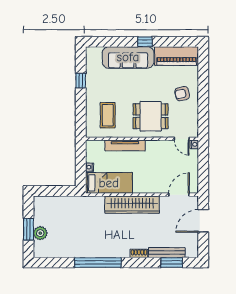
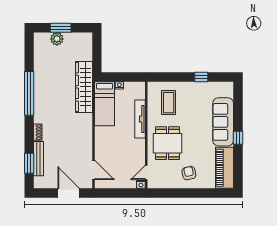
coffee table: (108, 115) -> (169, 103), turned 90
wardrobe: (132, 205) -> (84, 87), moved

